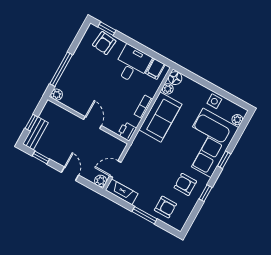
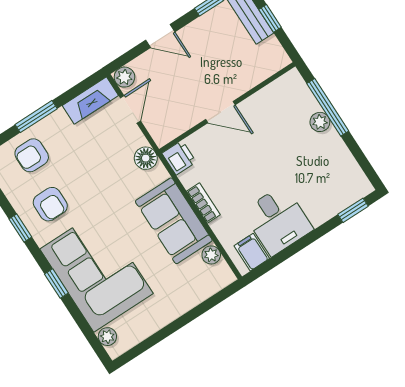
armchair: (104, 43) -> (333, 195), removed
floor lamp: (175, 78) -> (146, 158), moved
plant: (57, 95) -> (320, 122), moved
side table: (214, 101) -> (154, 316), removed
armchair: (185, 184) -> (50, 204), turned 90

